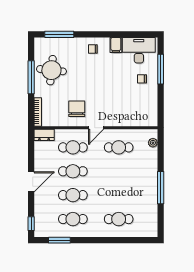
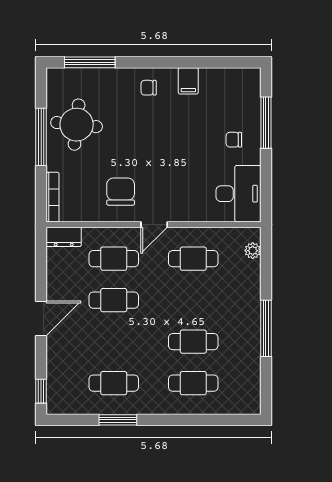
desk: (139, 50) -> (238, 194), moved, turned 90
cafe table: (73, 195) -> (193, 342), moved
window: (59, 240) -> (118, 420), moved

